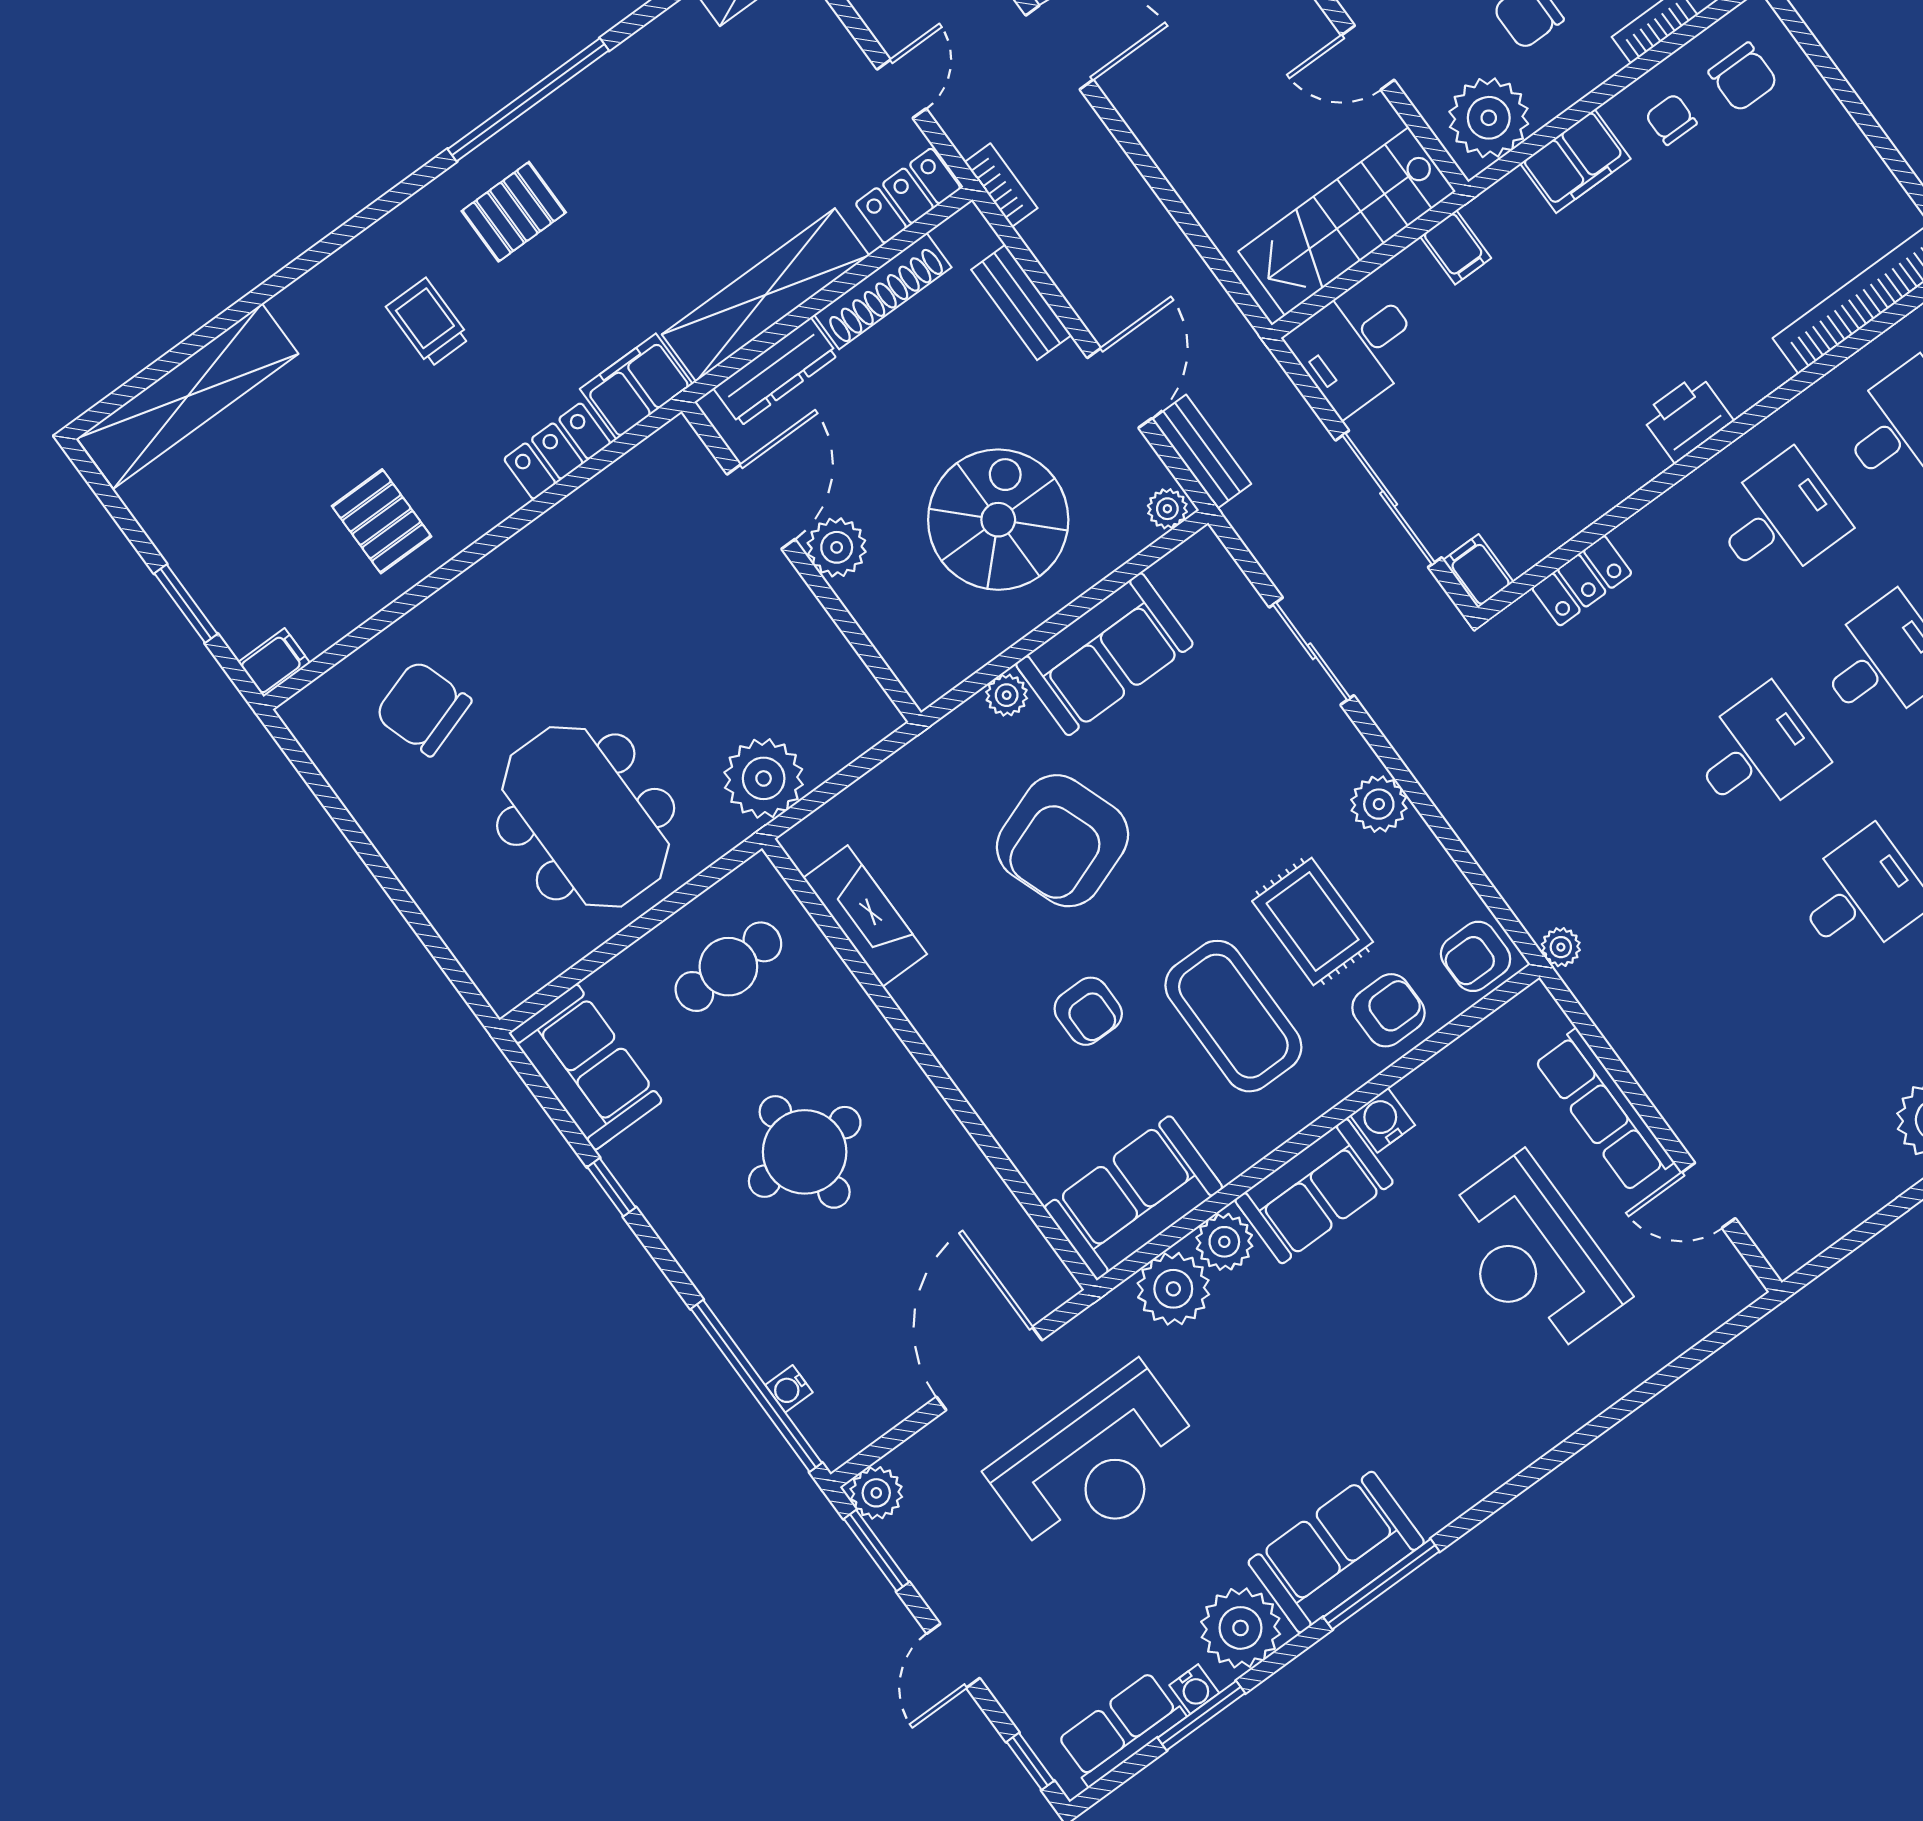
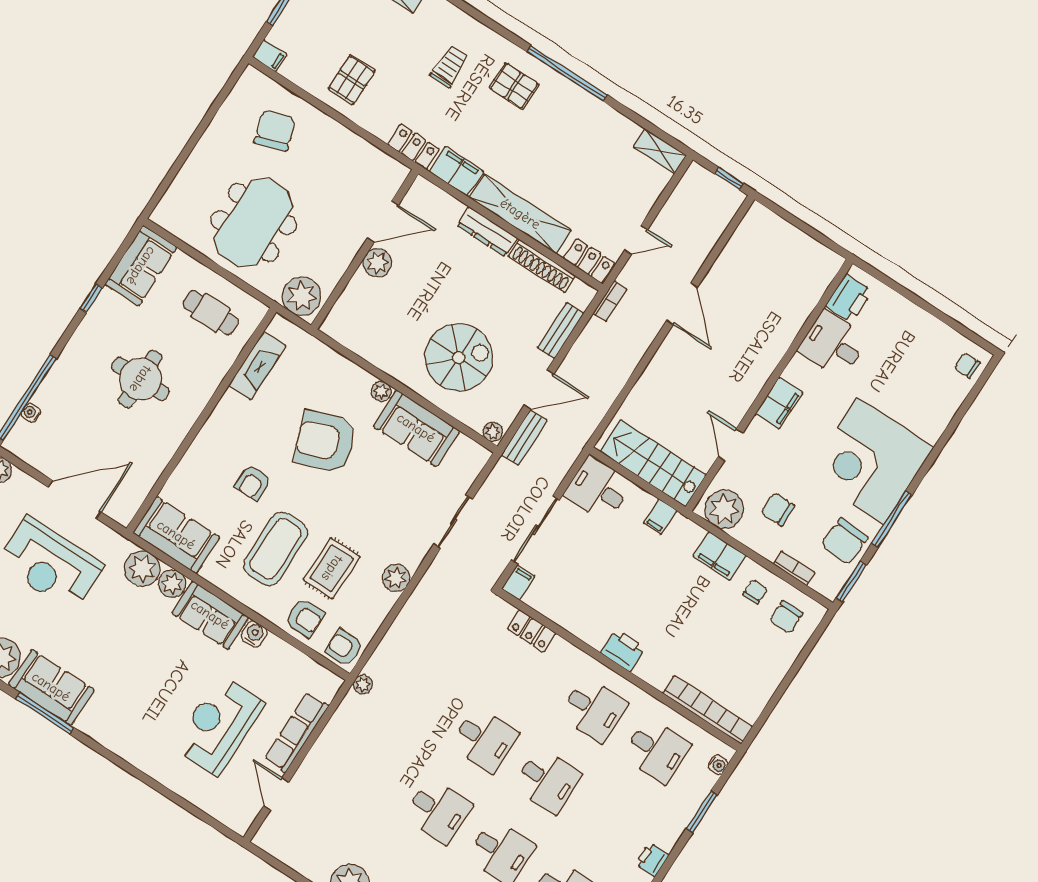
door: (761, 507) -> (383, 222), moved
plant: (837, 547) -> (377, 263), moved
wall: (801, 562) -> (365, 249), moved

